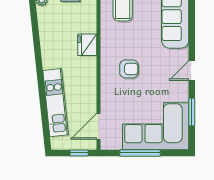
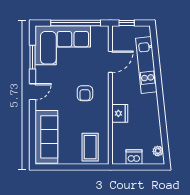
armchair: (129, 69) -> (85, 93), turned -90
door: (99, 126) -> (110, 62), moved
window: (140, 153) -> (76, 23), width x1.46

